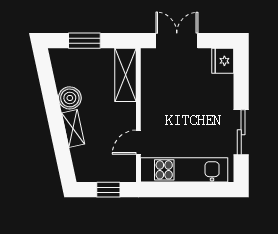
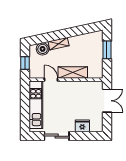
fridge: (223, 61) -> (82, 126), moved
shelving: (126, 75) -> (73, 72), moved
boiler: (70, 98) -> (43, 49), moved

